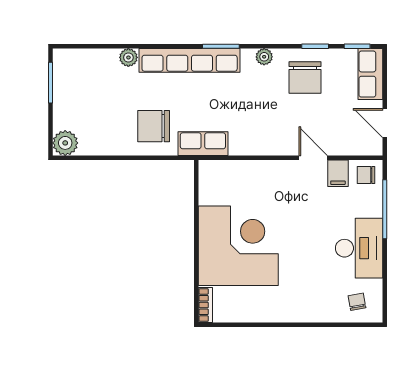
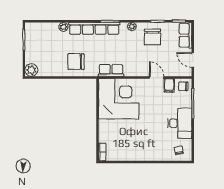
row of seats: (203, 144) -> (111, 70), moved
corner desk: (238, 246) -> (119, 99), moved

